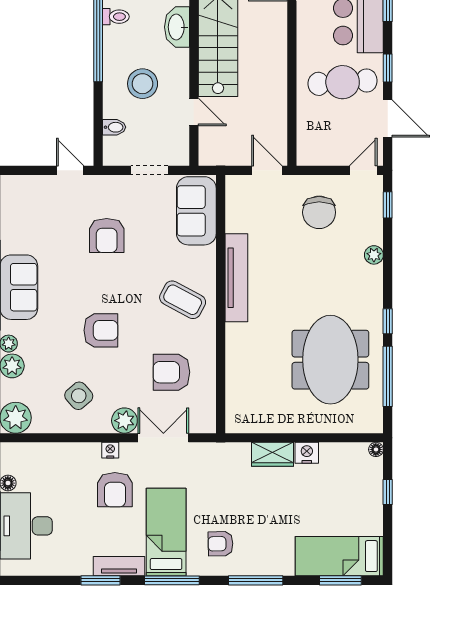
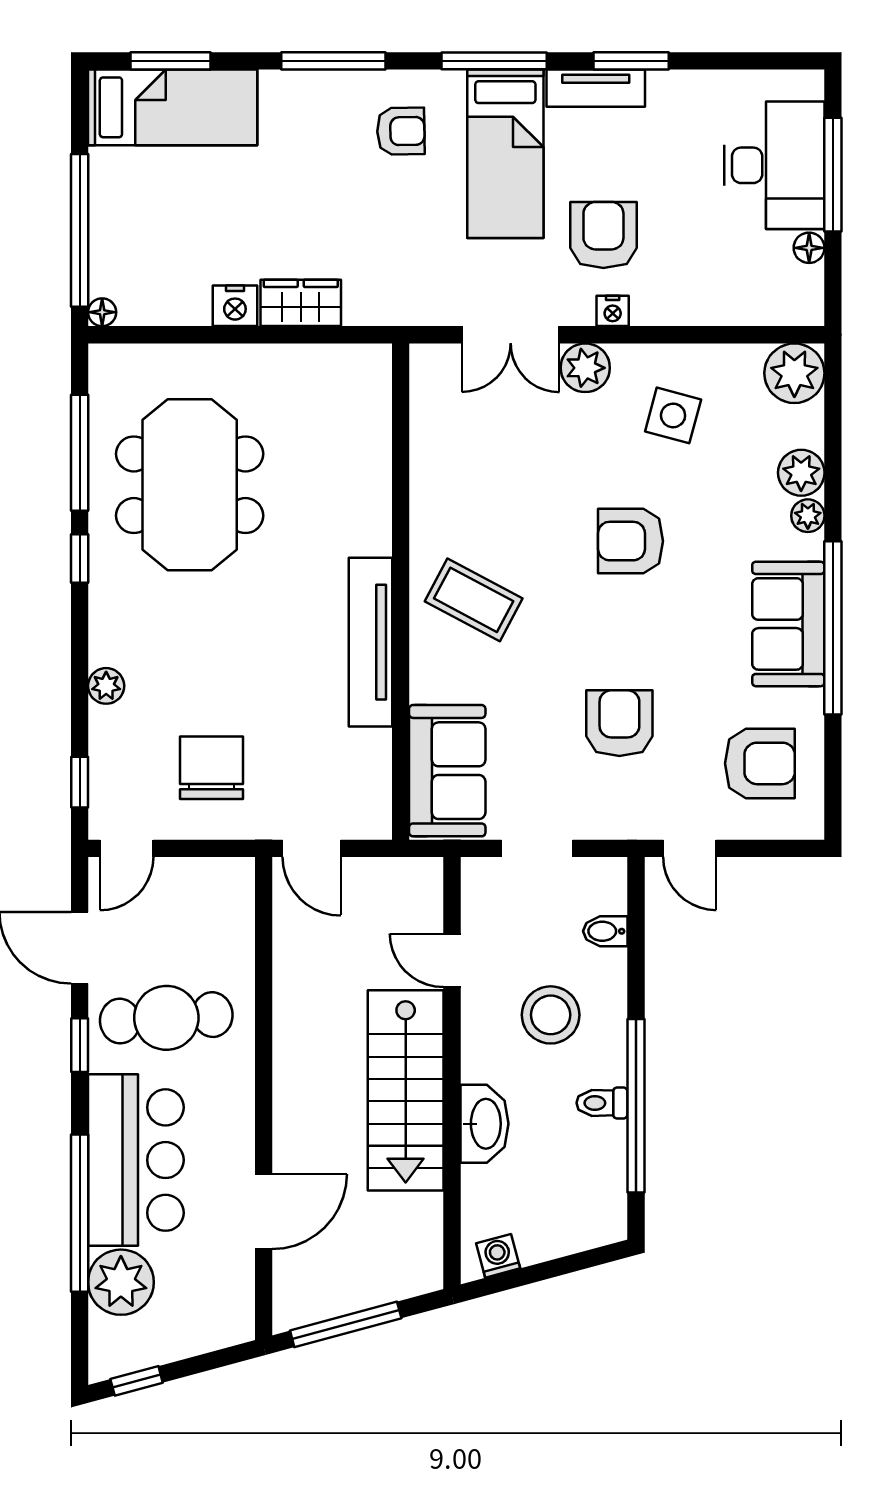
toilet: (116, 17) -> (602, 1103), moved
armchair: (171, 372) -> (760, 763), moved
side table: (79, 396) -> (673, 415), turned -34
window: (388, 492) -> (80, 230), width x3.17

